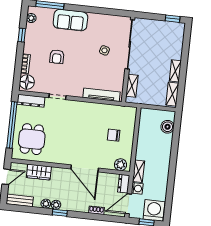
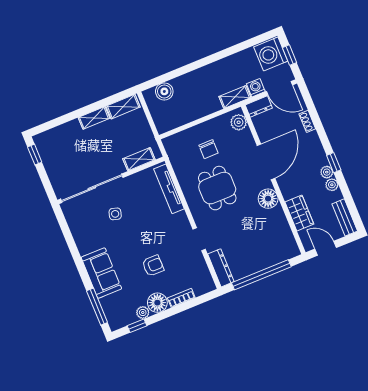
plant: (31, 18) -> (143, 312), moved
window: (22, 35) -> (137, 326), moved
floor lamp: (27, 82) -> (157, 303), moved
dining table: (32, 139) -> (217, 188), moved, turned 90
floor lamp: (60, 157) -> (268, 199), added

